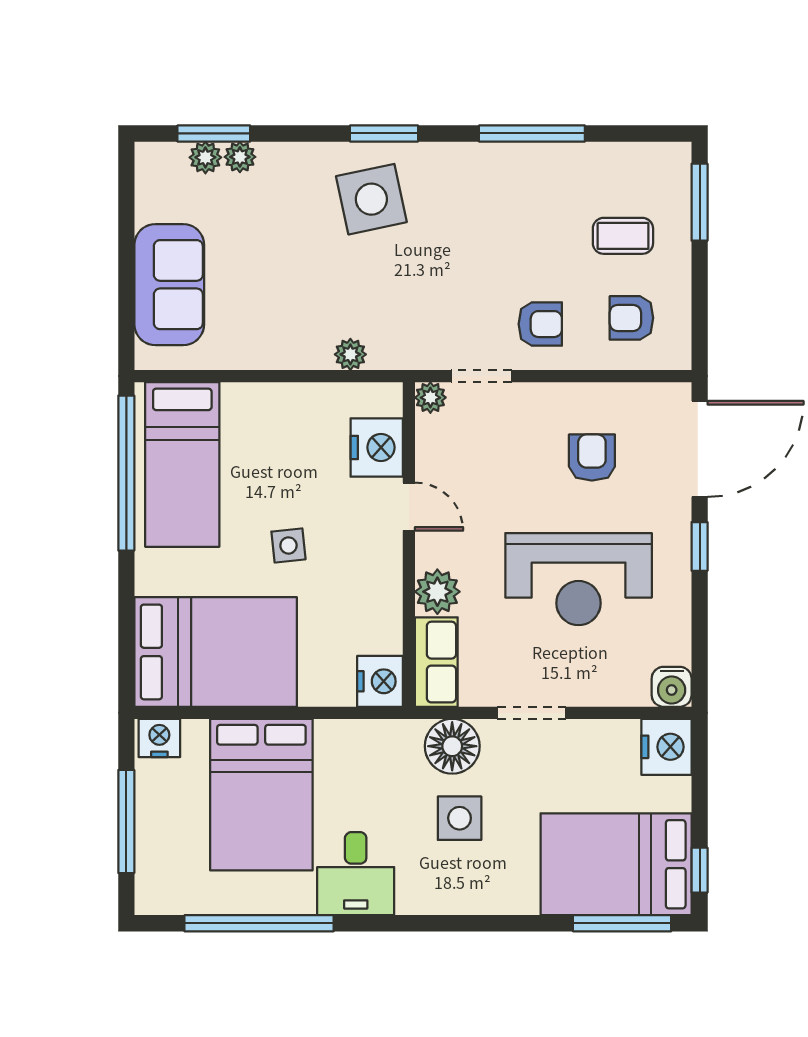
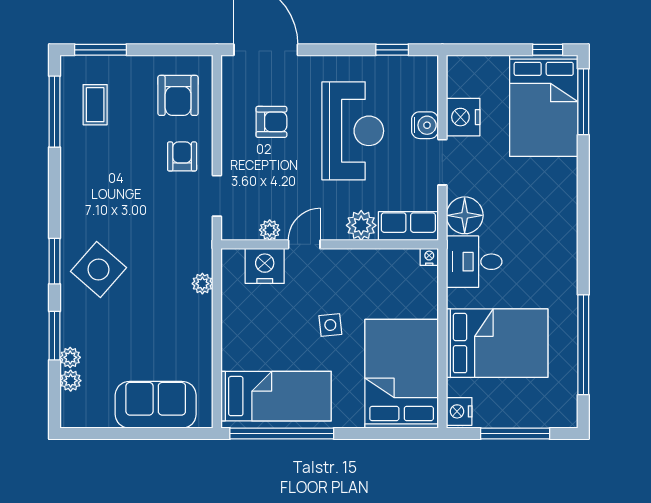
window: (214, 133) -> (55, 336), moved
window: (532, 133) -> (55, 112), moved
side table: (371, 199) -> (98, 269), turned -37
coffee table: (623, 236) -> (95, 105), moved
armchair: (631, 318) -> (178, 95), width x1.38, depth x1.38
plant: (430, 398) -> (270, 230), moved
armchair: (592, 457) -> (271, 122), turned 180
window: (700, 546) -> (392, 50), moved
nightstand: (380, 681) -> (429, 257), width x0.53, depth x0.56
water cooler: (672, 687) -> (425, 125), moved
nightstand: (666, 747) -> (463, 117), moved, turned -90
side table: (460, 818) -> (513, 210), removed
desk: (356, 874) -> (474, 262), moved, turned 180

